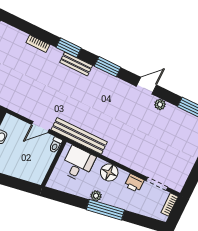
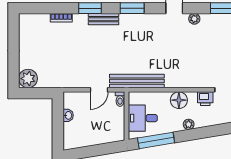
desk: (78, 164) -> (143, 118), moved, turned -90
plant: (96, 196) -> (189, 124), moved
window: (105, 210) -> (156, 140), moved

